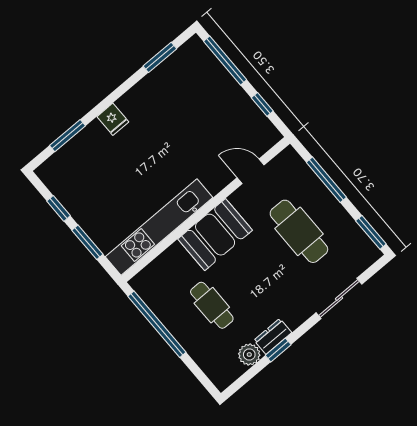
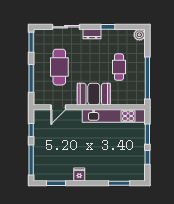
fridge: (113, 119) -> (79, 174), moved
door: (251, 171) -> (58, 107), hinge flipped
dresser: (273, 336) -> (92, 34), moved
plant: (249, 355) -> (139, 35), moved

